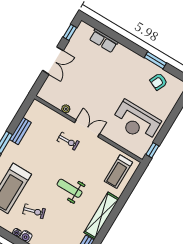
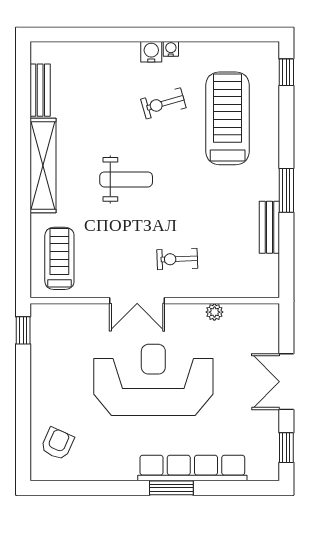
row of seats: (104, 41) -> (192, 468), width x2.02
window: (155, 60) -> (171, 488), moved
armchair: (159, 82) -> (57, 444), moved
reception desk: (136, 121) -> (153, 380), moved, width x1.36, depth x1.30
double door: (87, 128) -> (137, 301), moved

